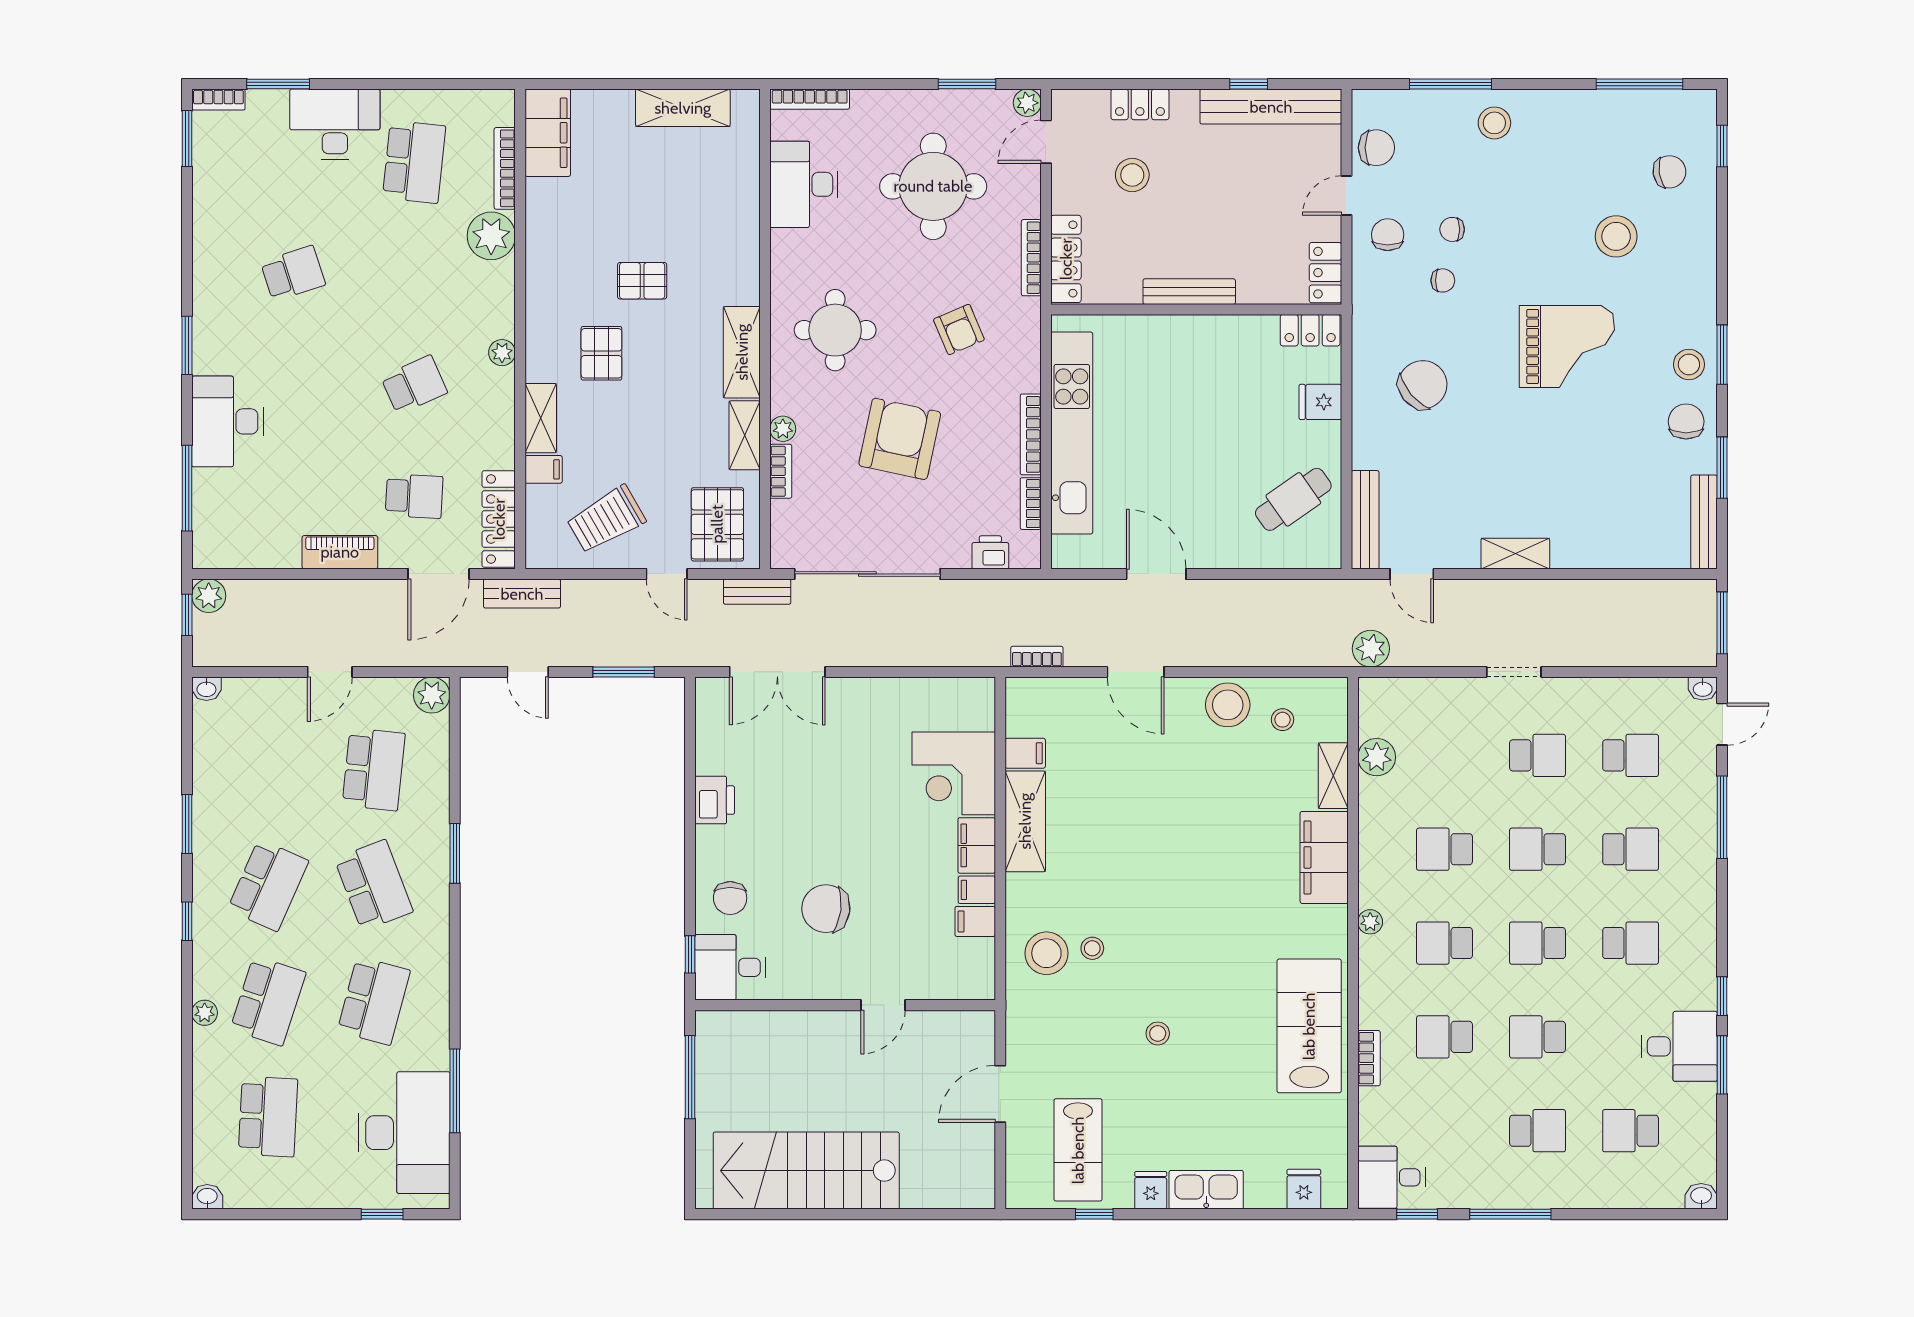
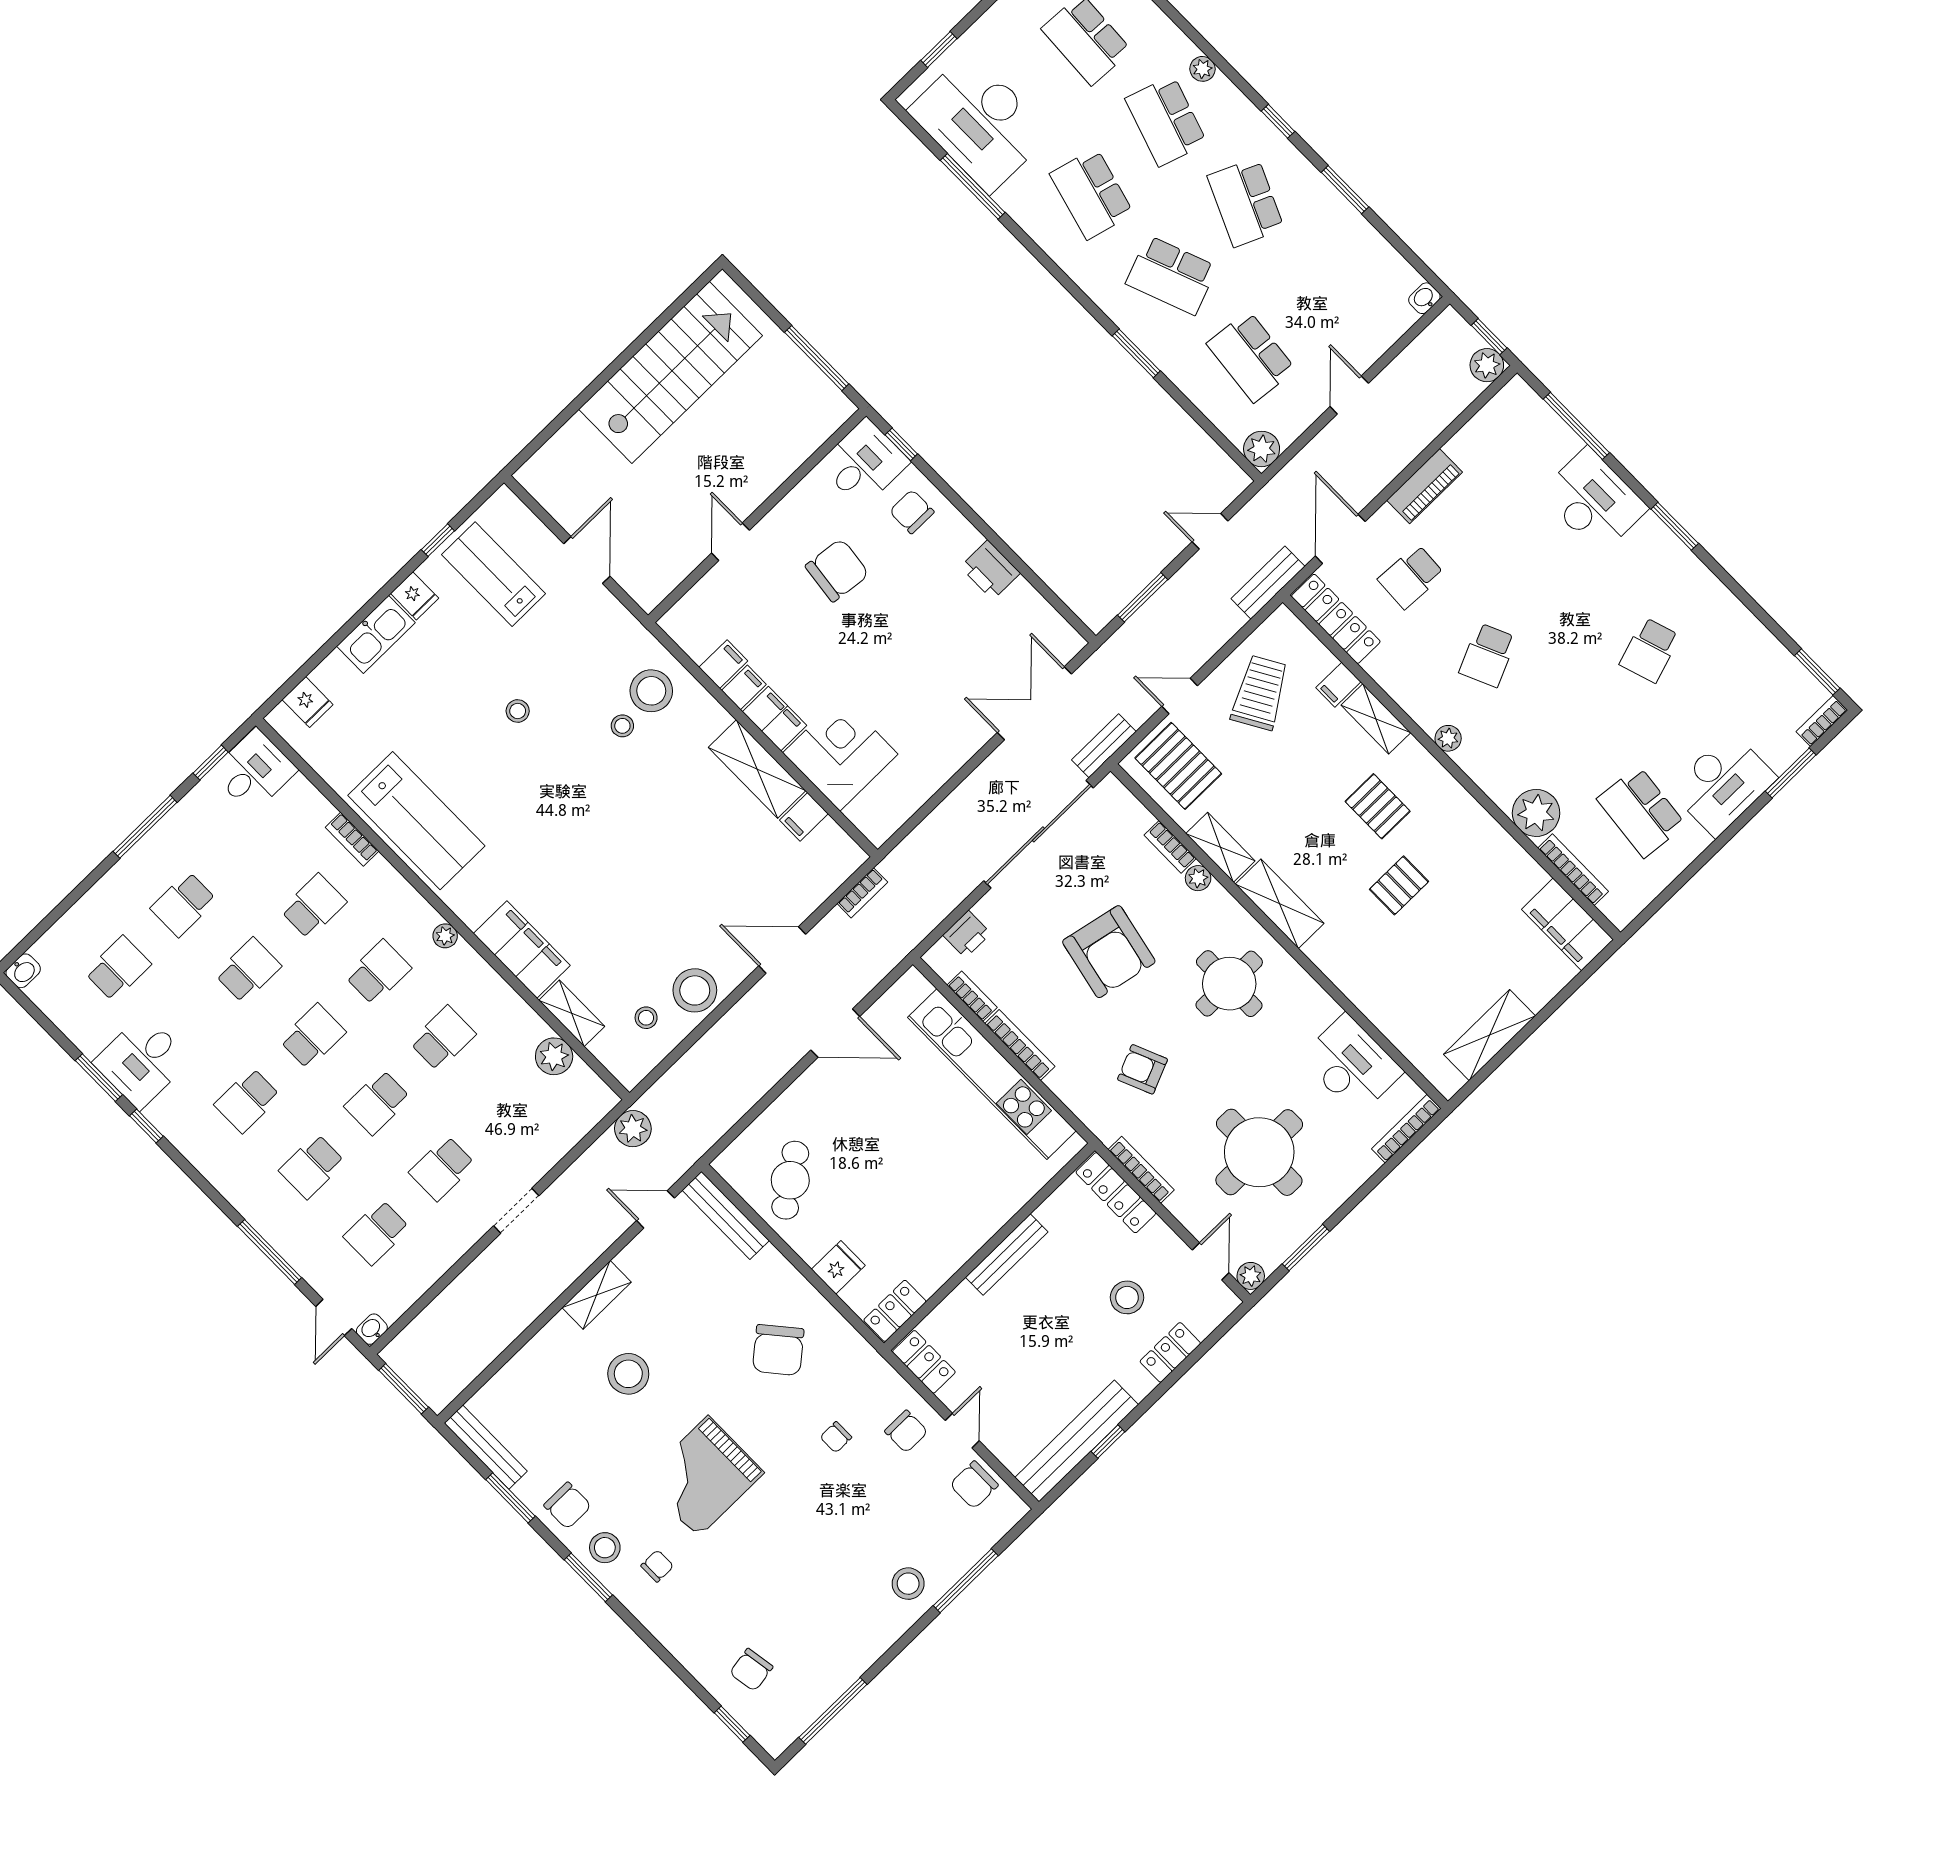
chair: (1452, 229) -> (657, 1566), moved
stool: (1616, 236) -> (628, 1374), moved
school desk: (1538, 849) -> (377, 1102), turned 180

